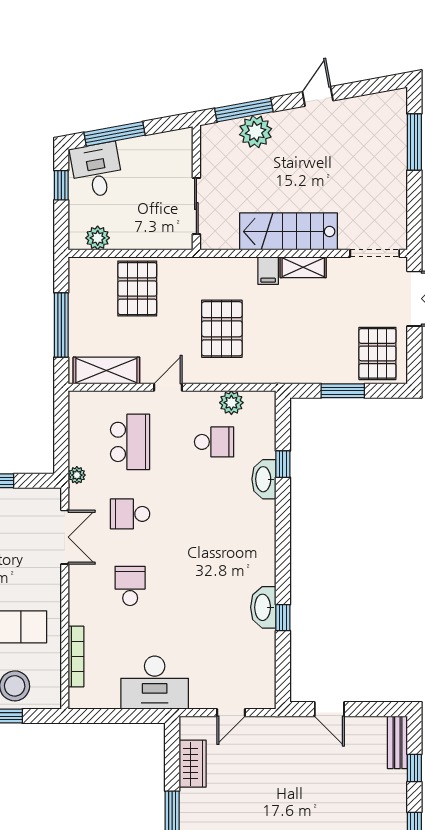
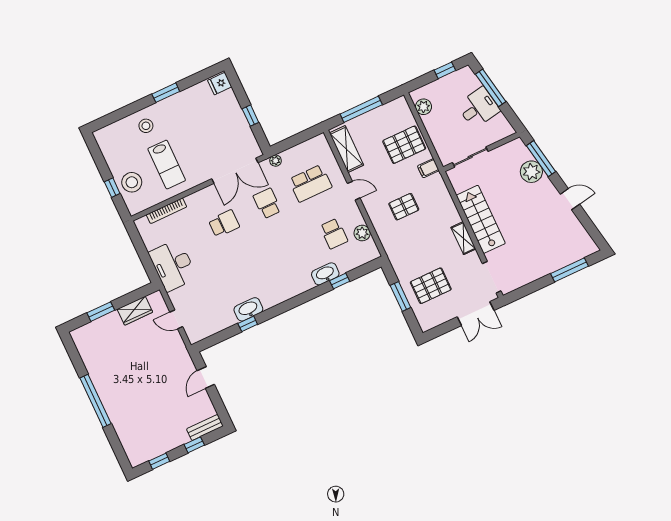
desk: (97, 170) -> (478, 108), moved
filing cabinet: (268, 271) -> (428, 168), moved
pallet: (222, 329) -> (404, 207), width x0.67, depth x0.71
pallet: (377, 353) -> (431, 286), moved
double door: (65, 537) -> (235, 171), width x1.37

